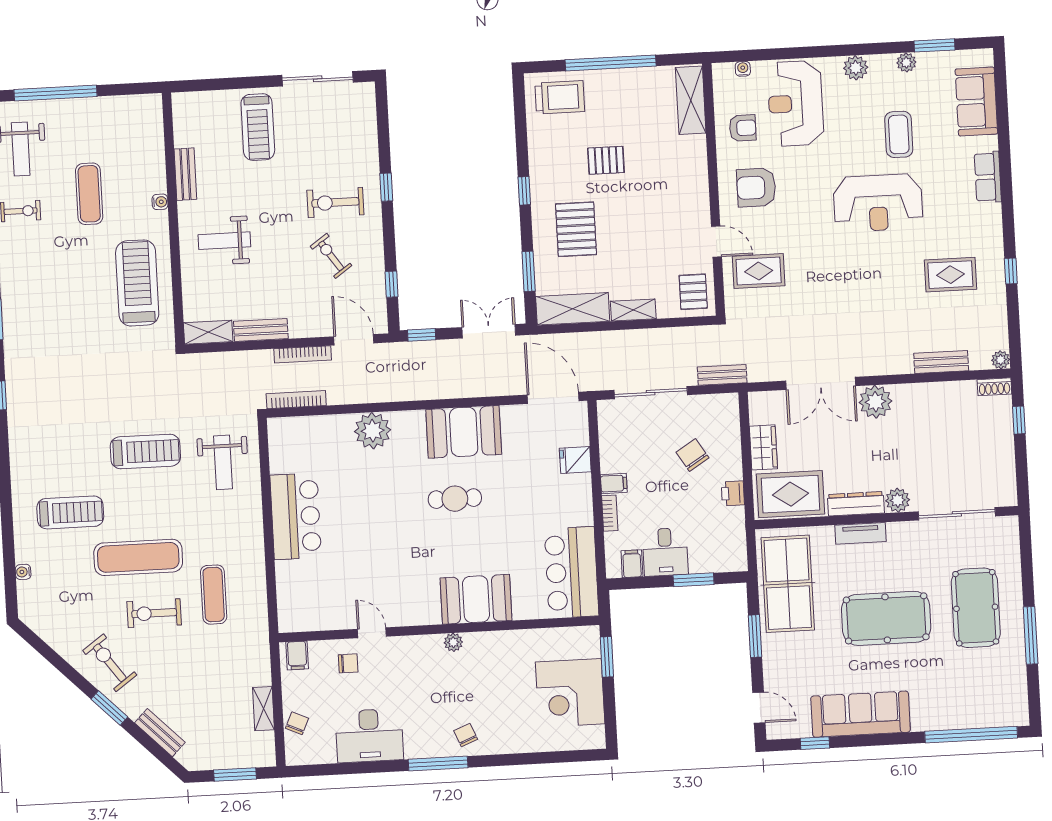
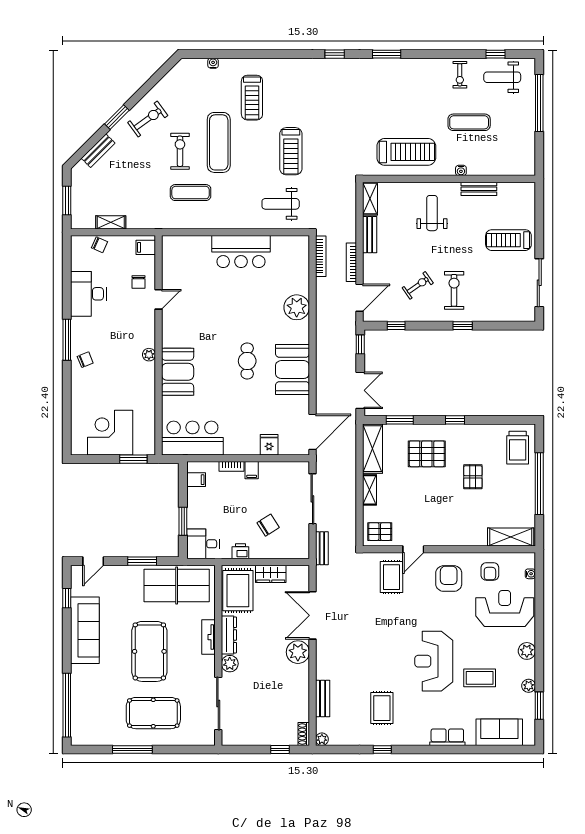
desk: (665, 552) -> (203, 544), moved

